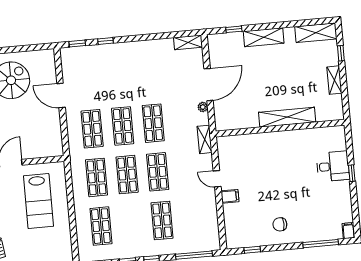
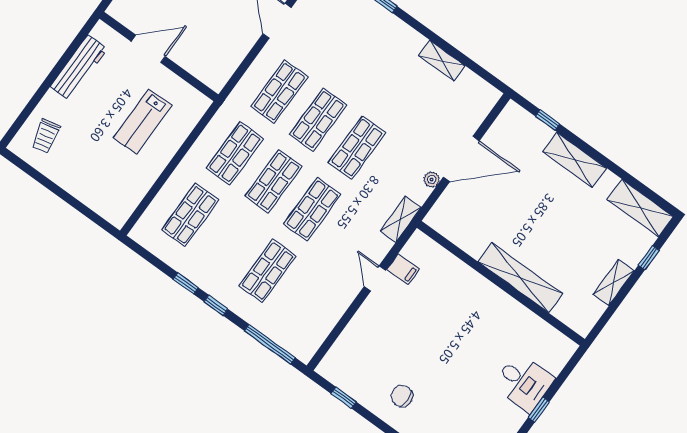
shelving: (188, 42) -> (442, 61), moved
filing cabinet: (230, 196) -> (403, 269), moved
lab bench: (38, 201) -> (142, 122), width x0.73, depth x0.72

